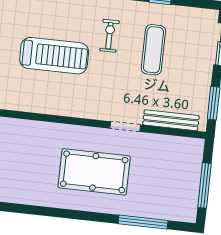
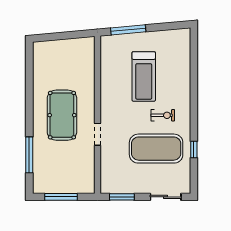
exercise mat: (153, 50) -> (156, 149), width x2.00, depth x1.45
bench: (171, 120) -> (106, 167), removed

